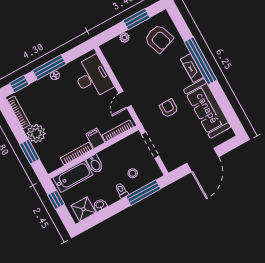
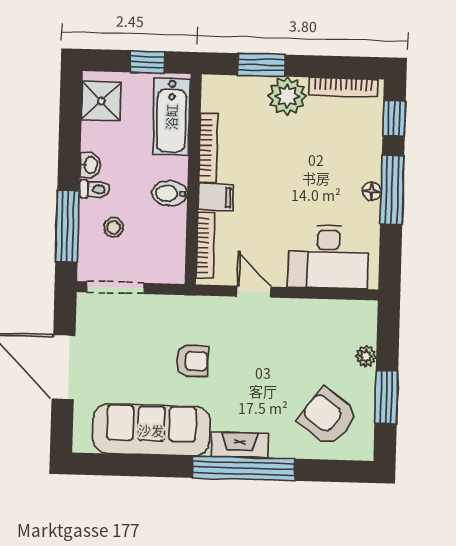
armchair: (159, 39) -> (328, 417), turned 55
doorway: (150, 145) -> (116, 288), moved
bidet: (95, 164) -> (169, 193), moved
washbasin: (100, 205) -> (90, 165), moved

